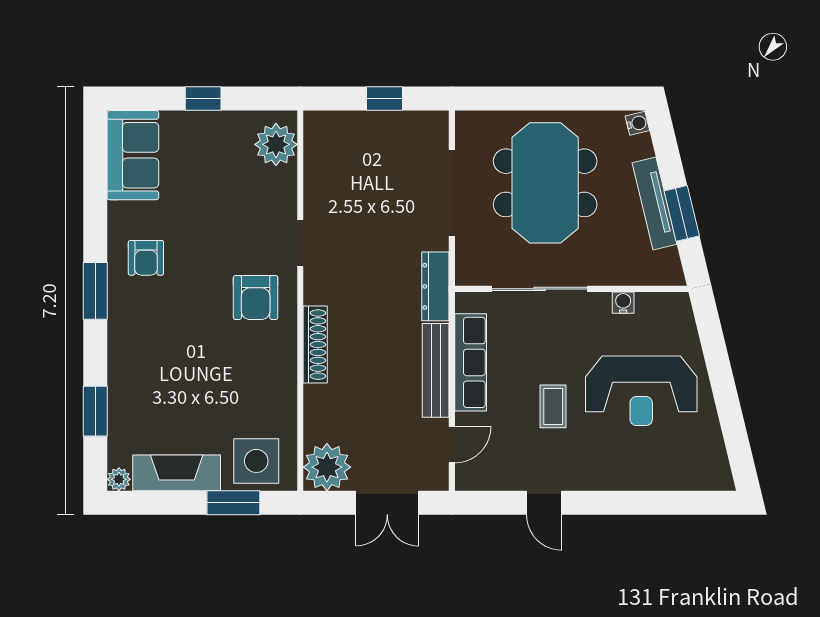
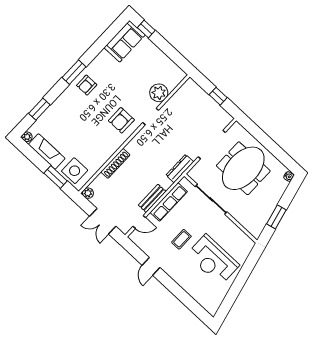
window: (203, 99) -> (146, 29), moved
plant: (276, 144) -> (159, 93), moved
tv unit: (654, 203) -> (271, 206), removed
armchair: (146, 258) -> (87, 85), moved
water cooler: (623, 303) -> (233, 227), removed
shoe rack: (315, 345) -> (115, 163), moved
bench: (436, 370) -> (152, 198), width x0.73
plant: (327, 467) -> (88, 193), width x0.53, depth x0.53

